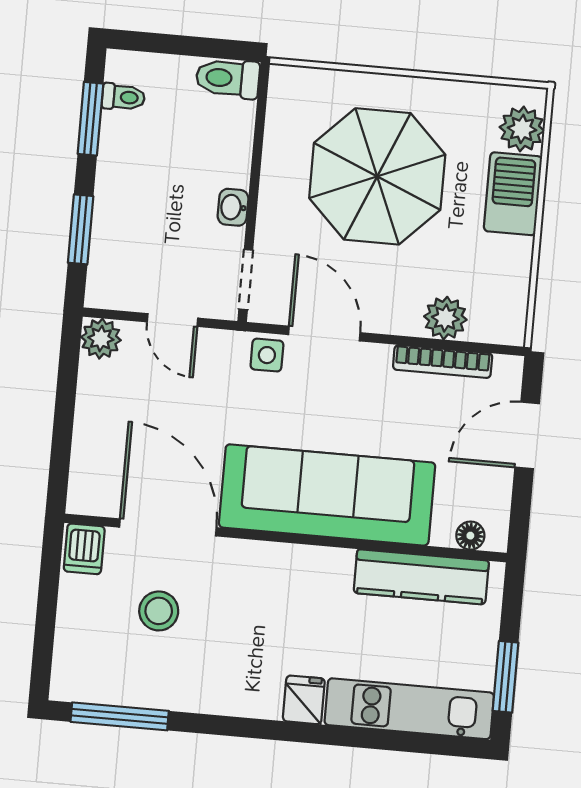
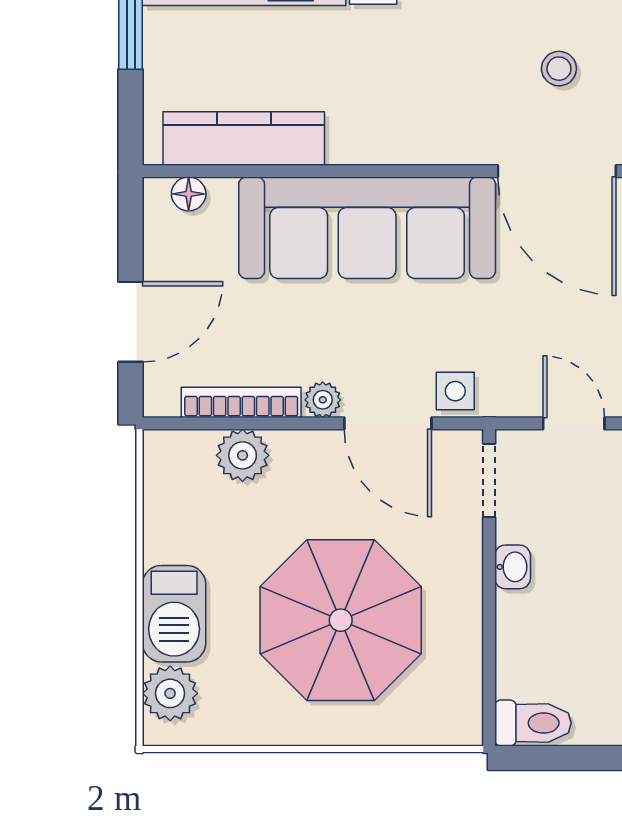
plant: (376, 358) -> (323, 400), added
stool: (159, 611) -> (559, 69), width x0.73, depth x0.73

